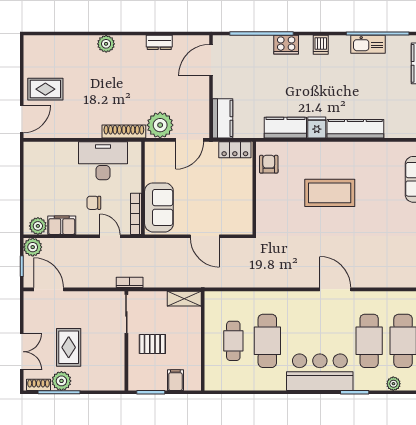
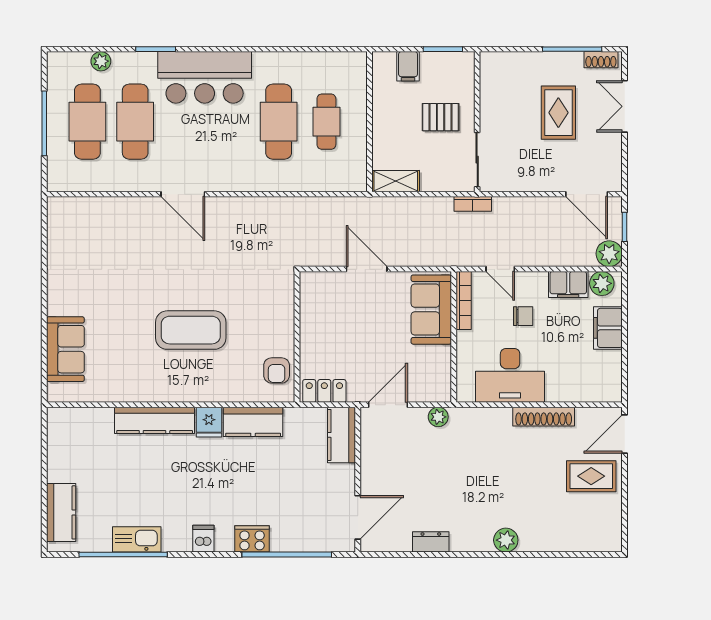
plant: (160, 125) -> (438, 417), width x0.53, depth x0.53
shoe rack: (124, 131) -> (544, 417), moved
filing cabinet: (34, 194) -> (608, 328), added
plant: (61, 381) -> (569, 65), removed

